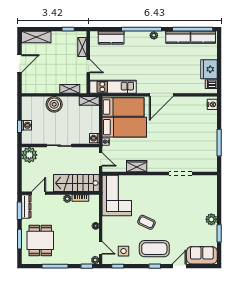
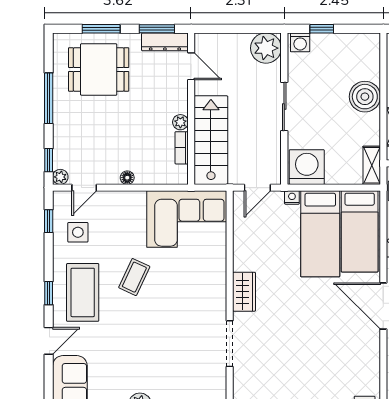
washing machine: (26, 125) -> (300, 42), moved
washing machine: (94, 138) -> (307, 167), width x1.89, depth x1.89
wardrobe: (137, 166) -> (244, 292), moved
door: (179, 266) -> (49, 341), hinge flipped

